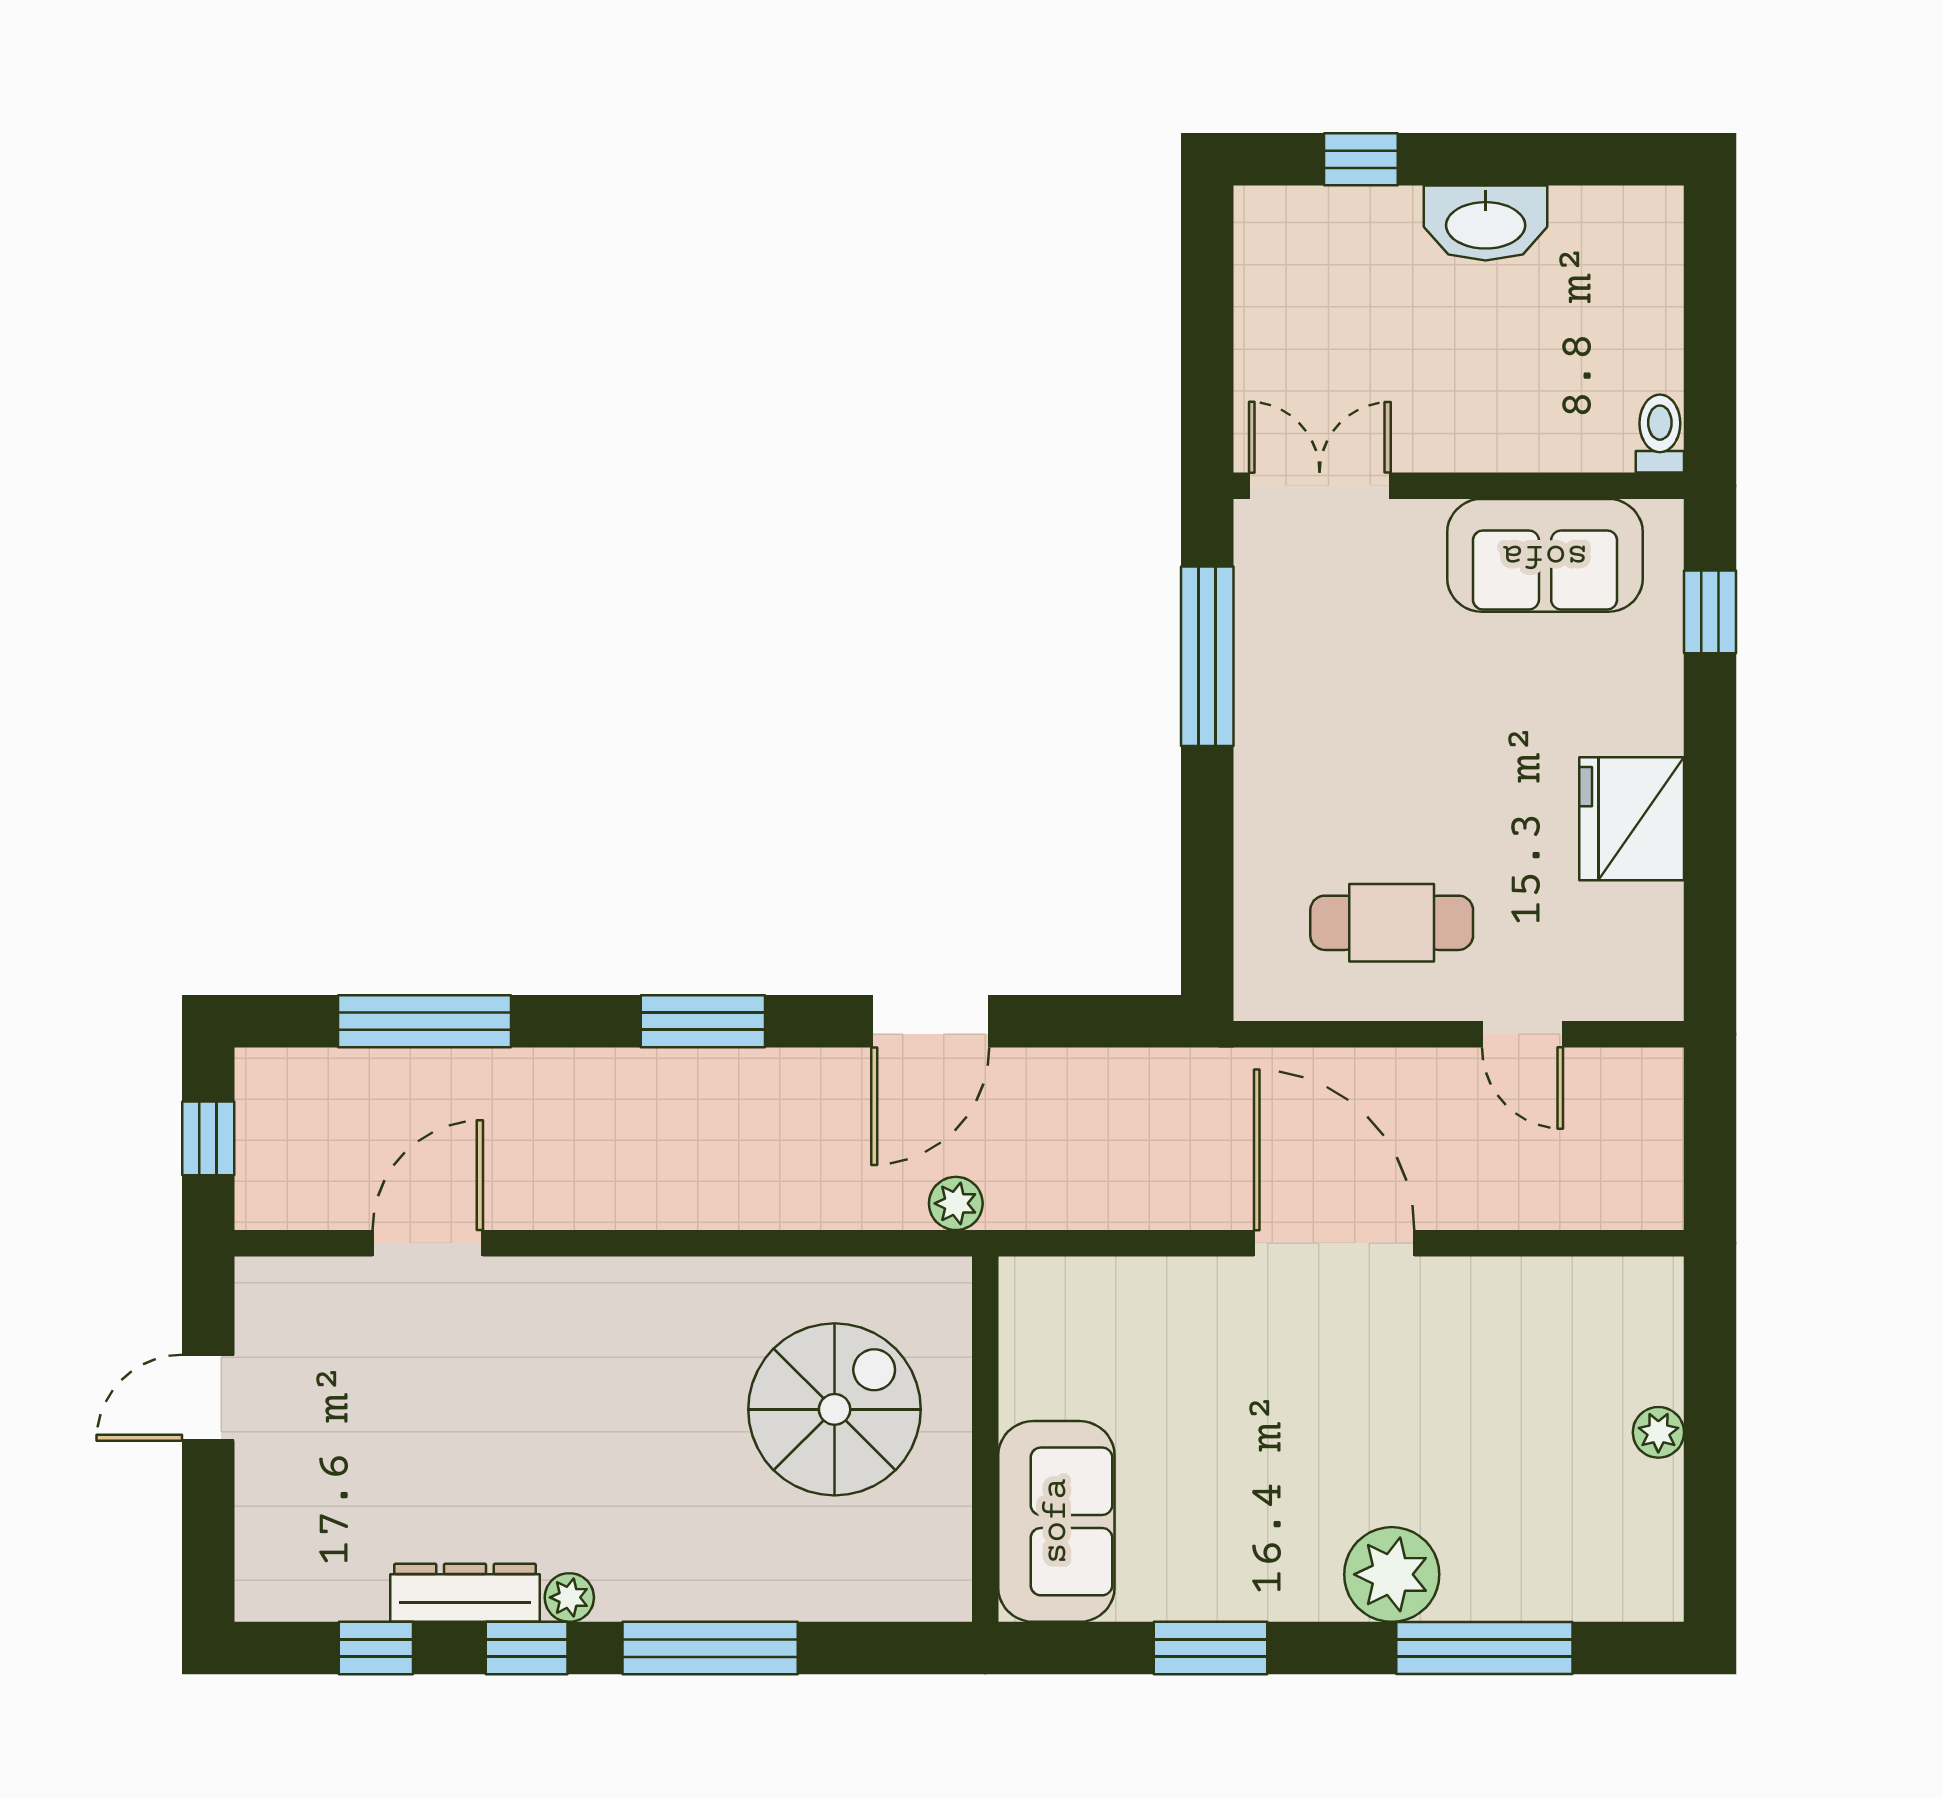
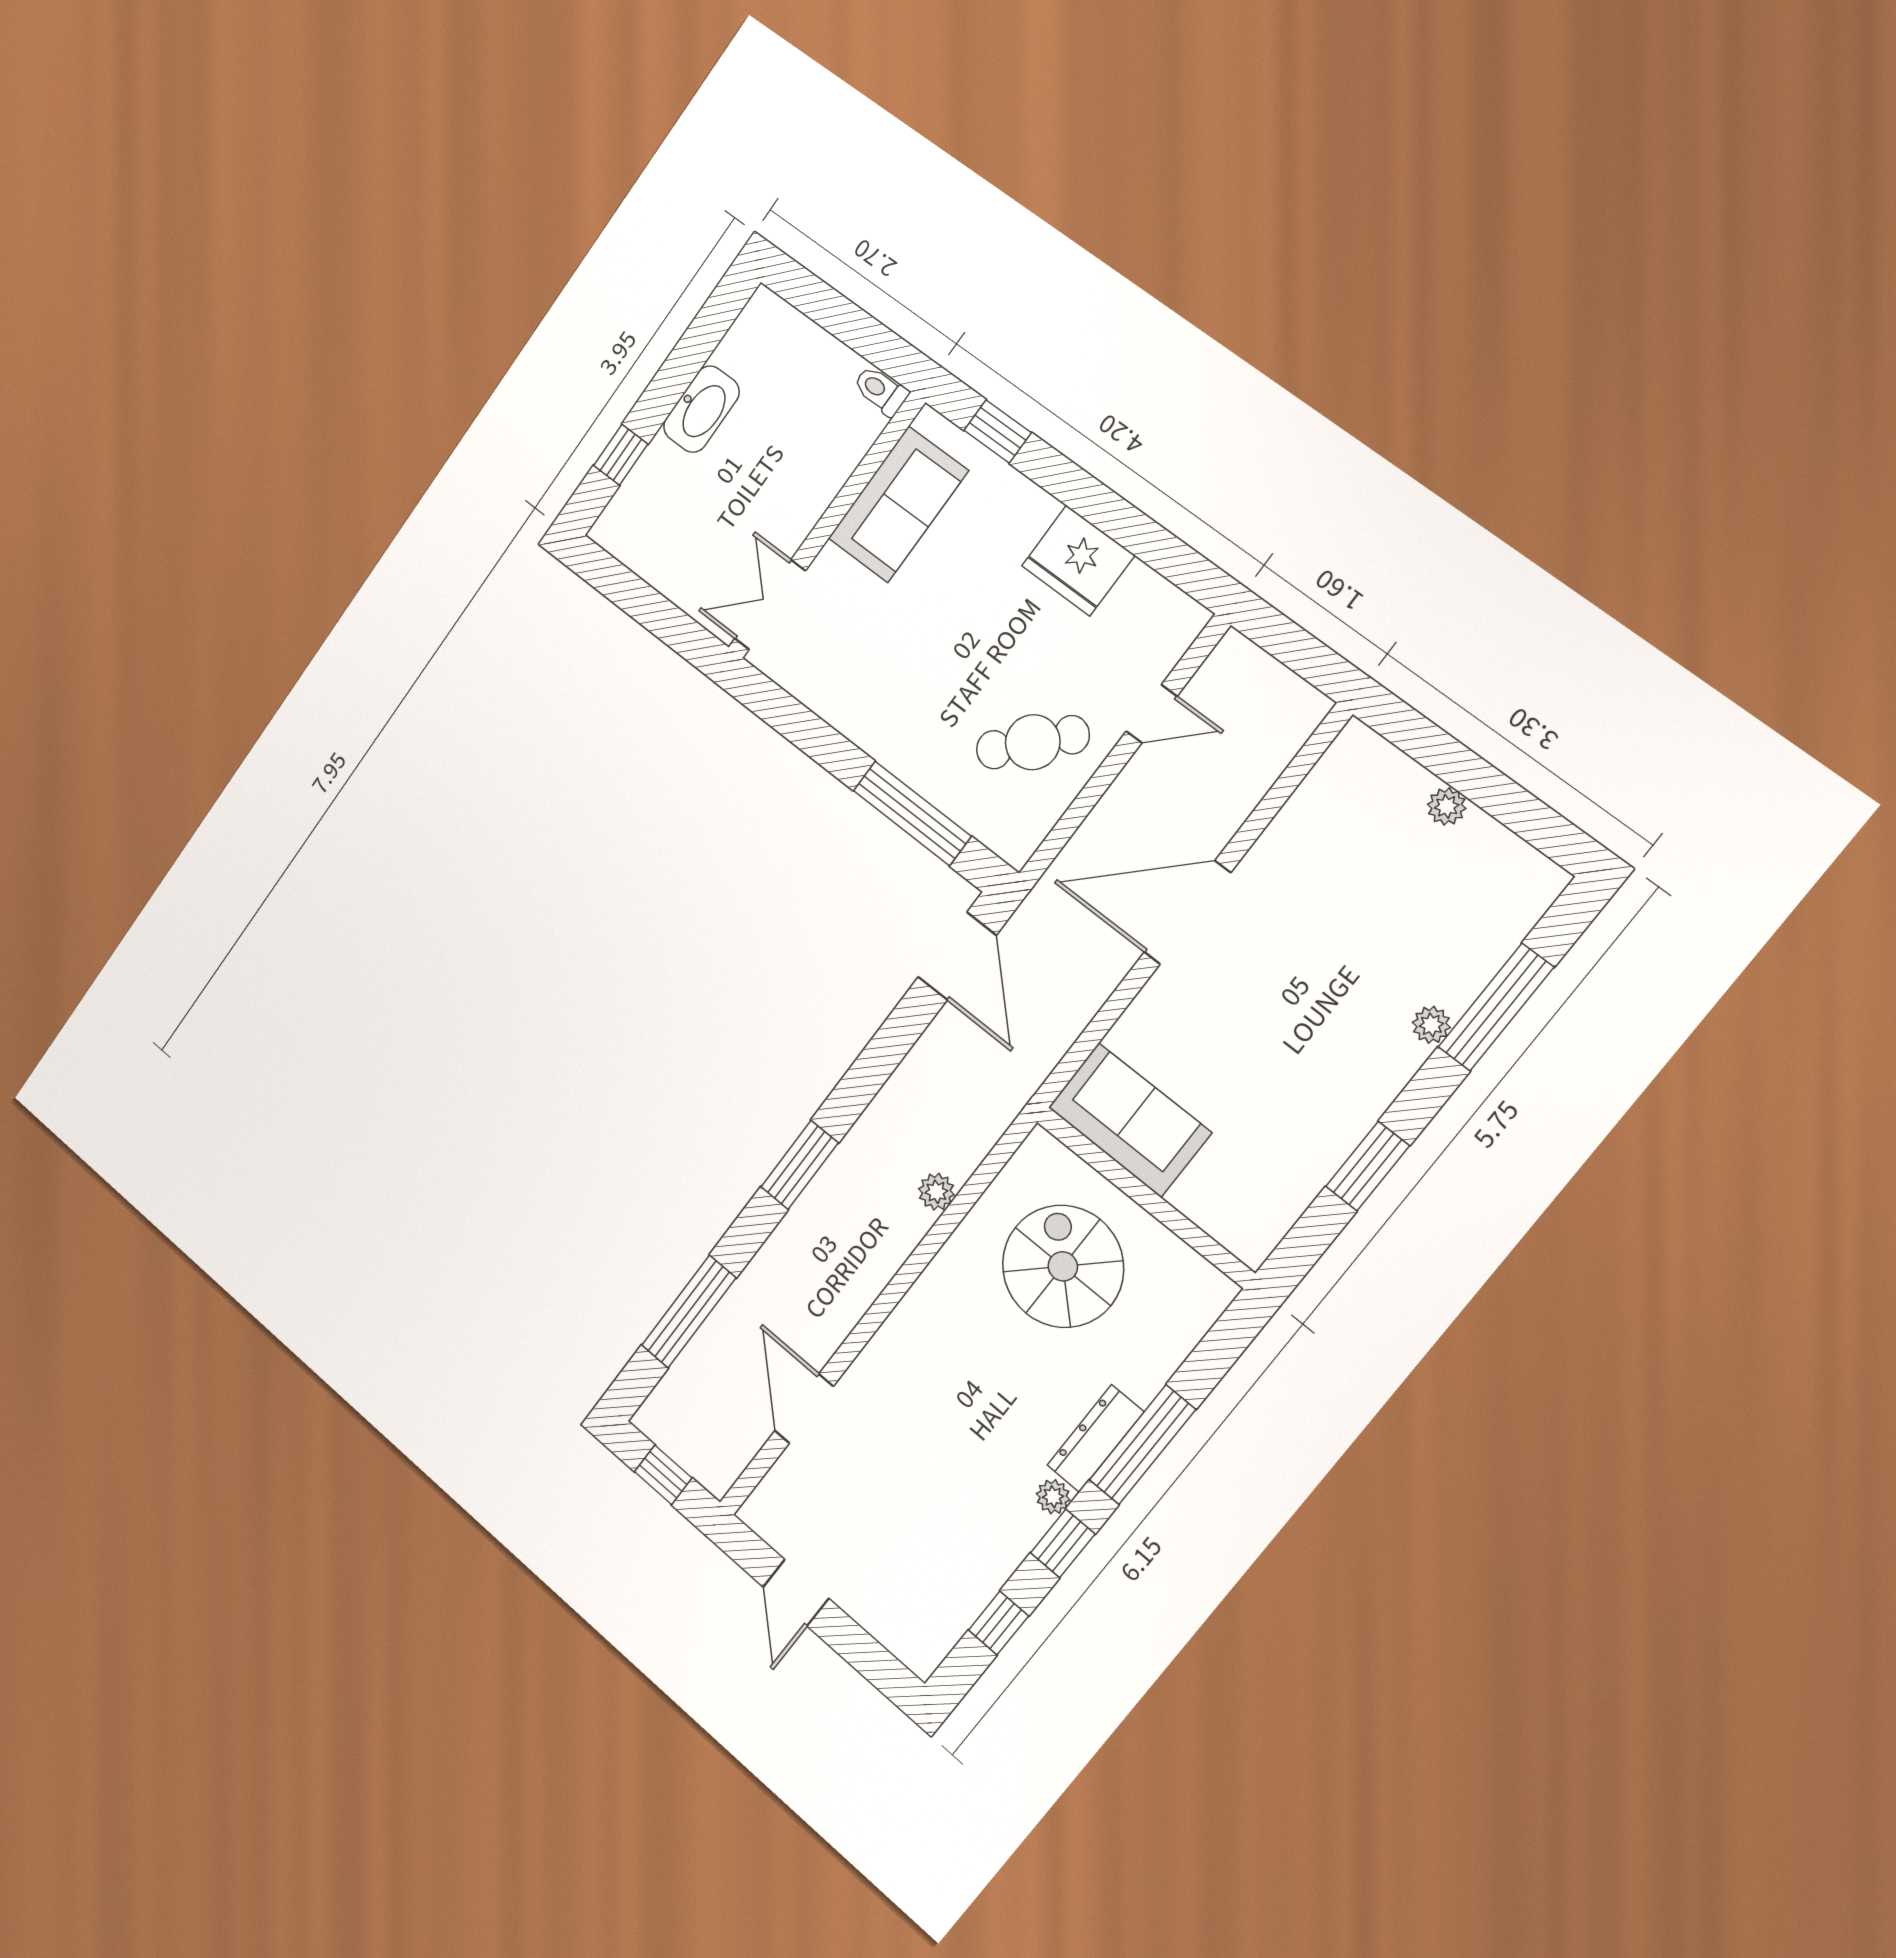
window: (1207, 656) -> (912, 813), moved
cafe table: (1392, 923) -> (1033, 742), turned 43
door: (930, 1021) -> (957, 956), moved
plant: (956, 1203) -> (936, 1192), moved
sofa: (1056, 1521) -> (1130, 1120), moved
plant: (1392, 1574) -> (1431, 1025), width x0.53, depth x0.53
dresser: (465, 1593) -> (1095, 1439), moved

